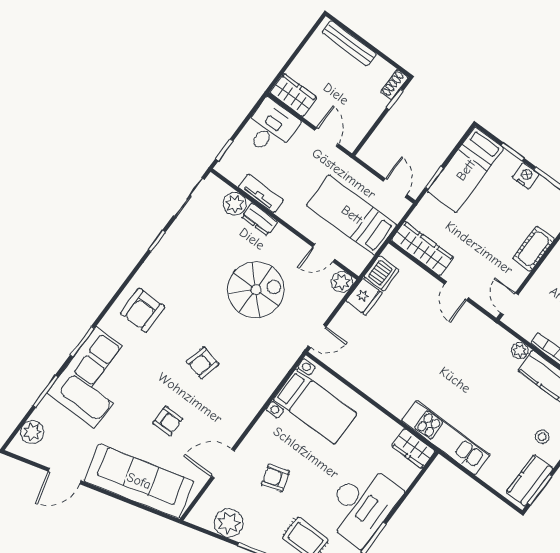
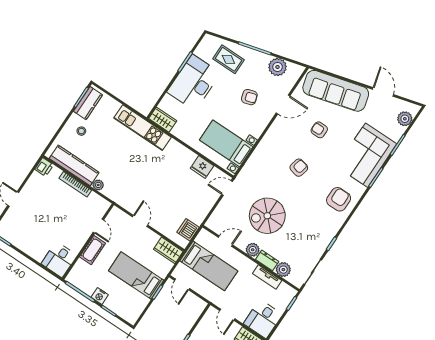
bed: (466, 170) -> (136, 275), moved, turned -90
wardrobe: (423, 249) -> (168, 250), width x0.67
plant: (342, 282) -> (253, 250), moved
fridge: (364, 297) -> (202, 167), moved, turned -90
door: (509, 304) -> (98, 226), moved
door: (65, 476) -> (383, 92), hinge flipped

